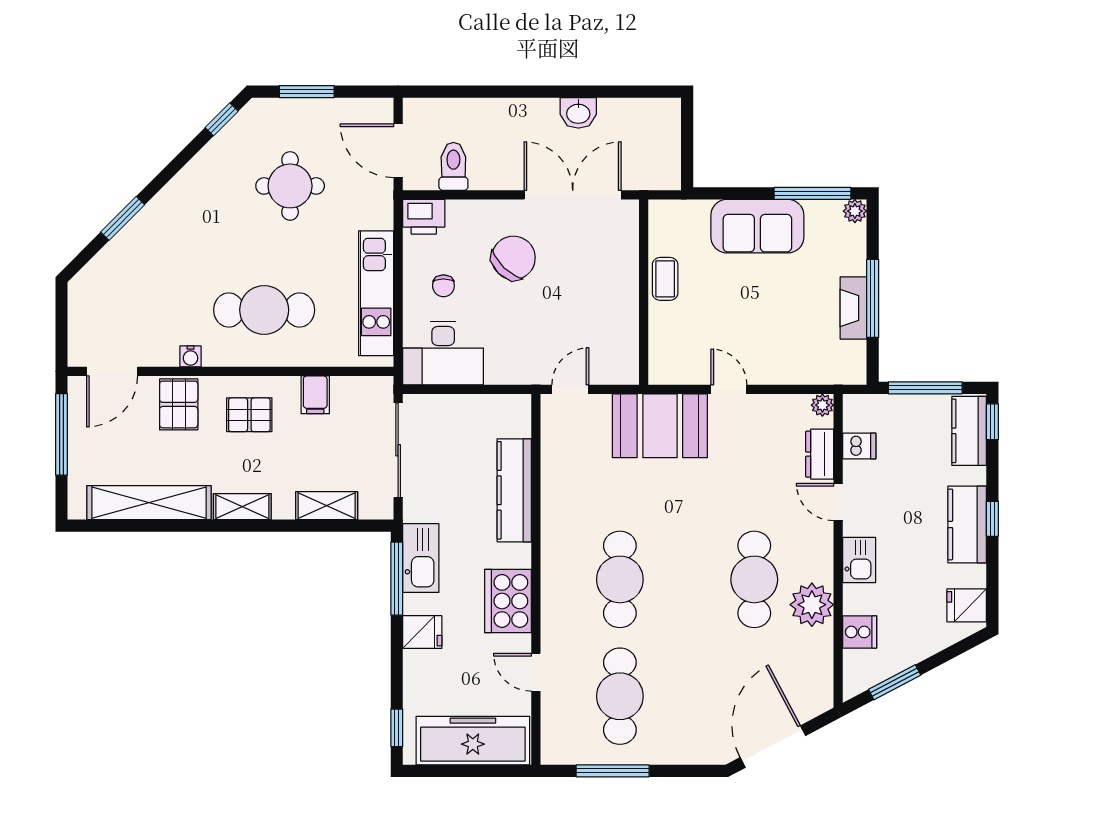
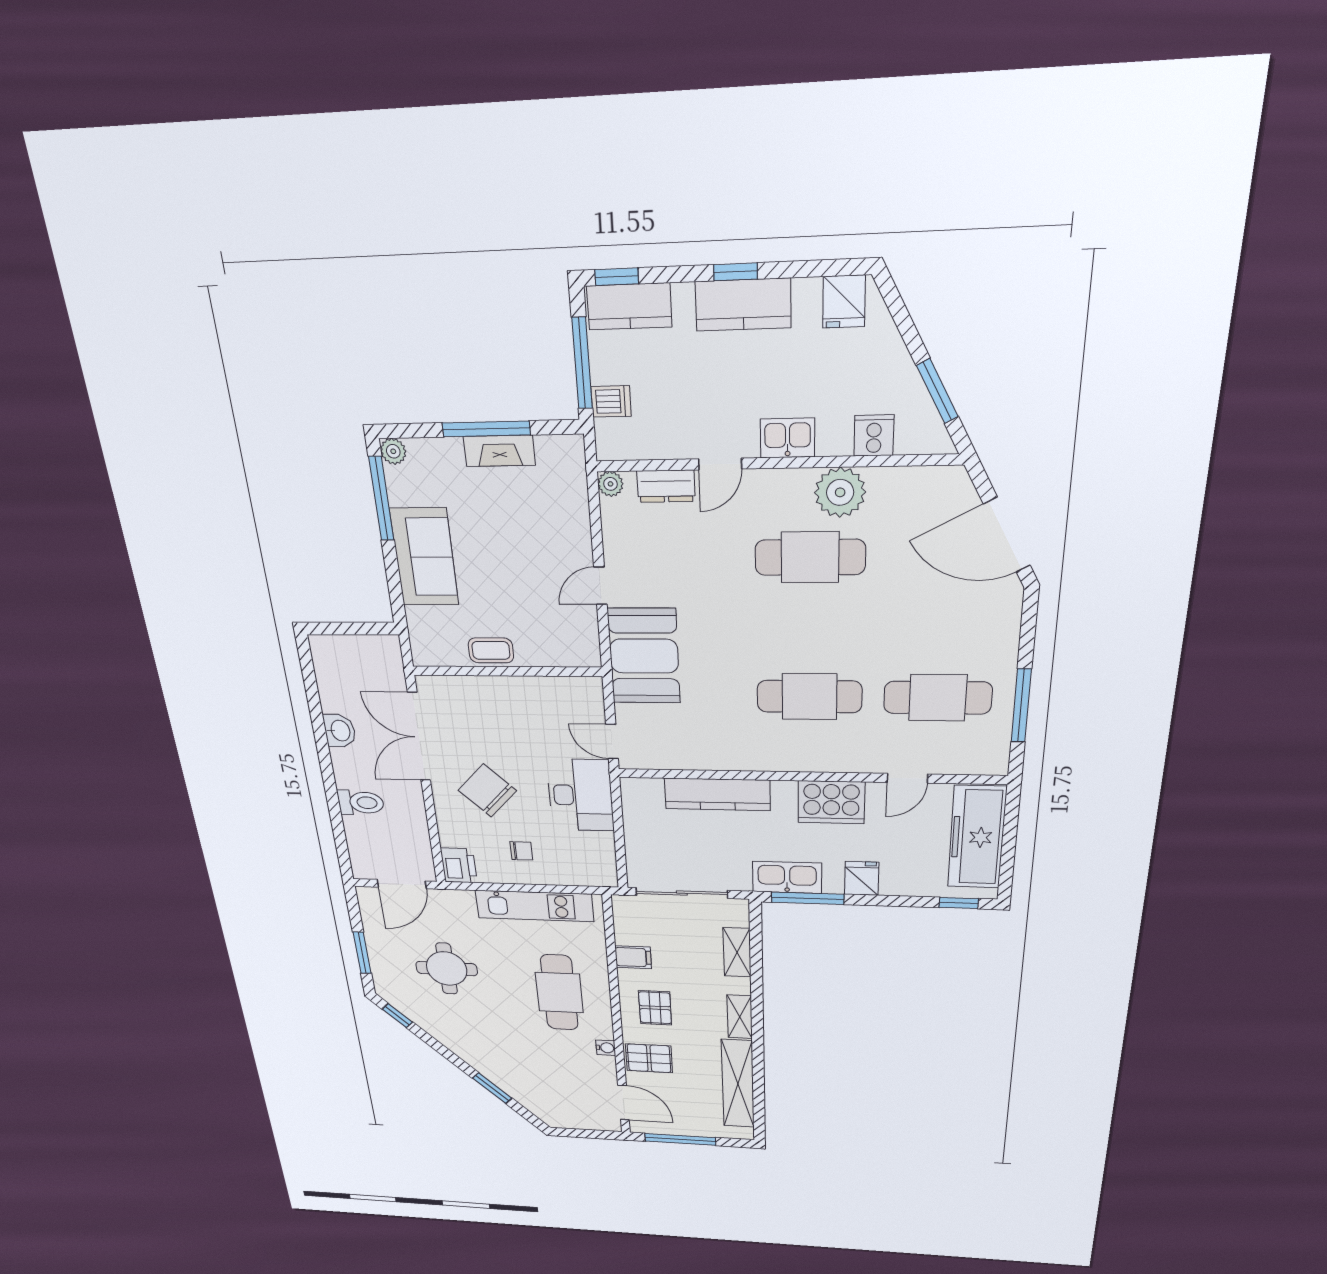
toilet: (453, 166) -> (361, 803), moved, turned 180
desk: (443, 353) -> (580, 795), moved
dishwasher: (859, 446) -> (611, 401), moved, turned 90

